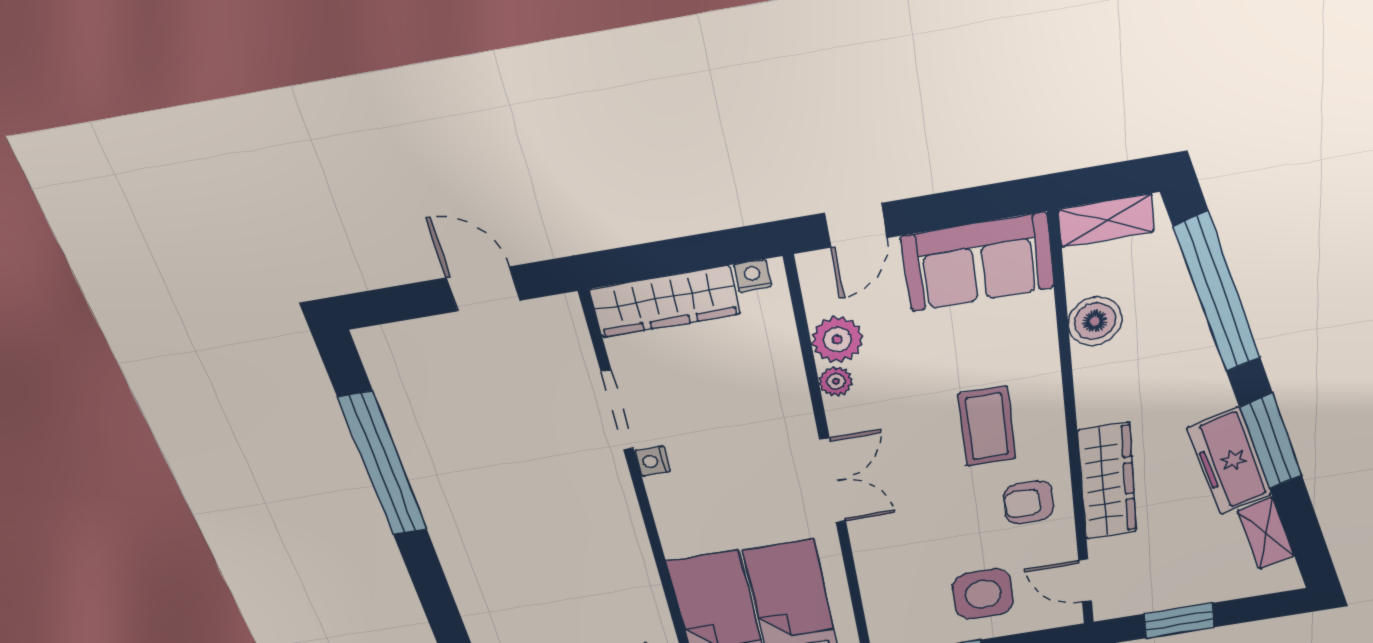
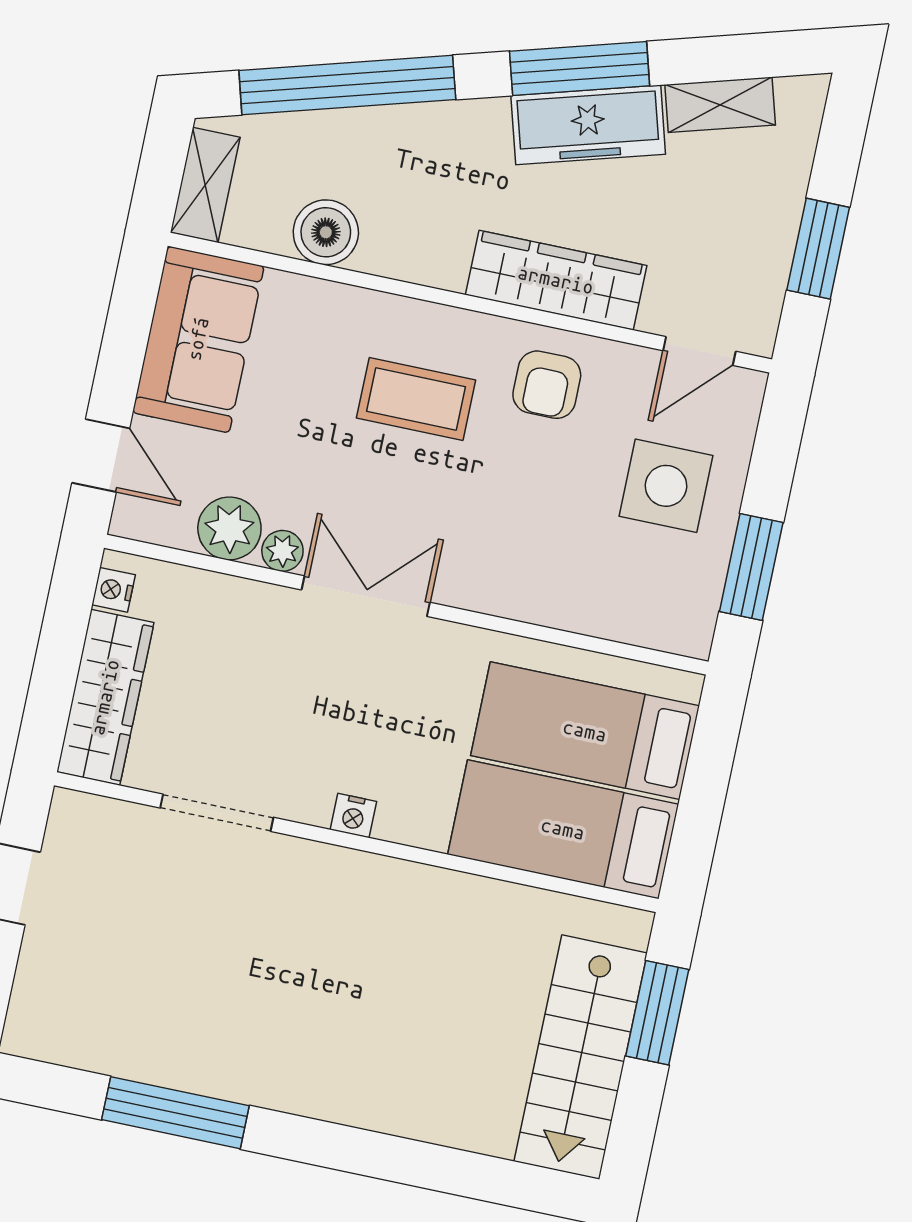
nightstand: (653, 461) -> (353, 816), moved
window: (383, 465) -> (175, 1113), width x0.68
double door: (833, 481) -> (366, 596), moved

